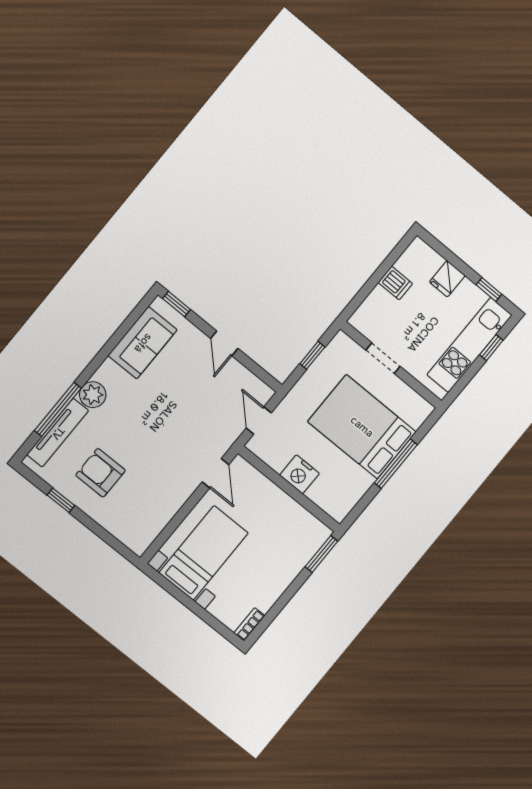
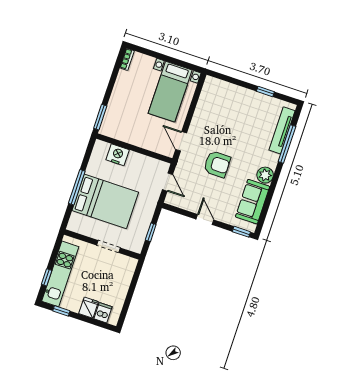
dishwasher: (395, 283) -> (103, 313), moved, turned 90
plant: (93, 395) -> (265, 175), moved
armchair: (101, 473) -> (217, 164), moved
nightstand: (299, 474) -> (118, 155), moved

